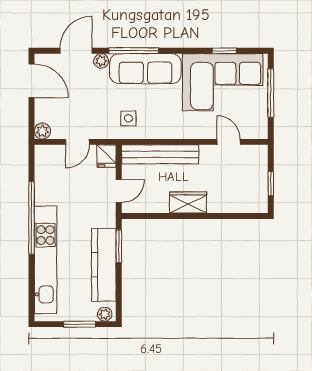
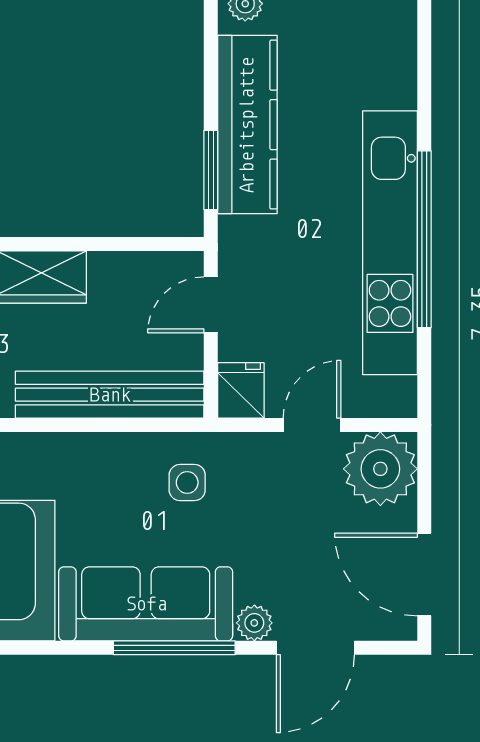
plant: (42, 131) -> (380, 469), width x1.88, depth x1.88
kitchen unit: (46, 260) -> (390, 243), moved

